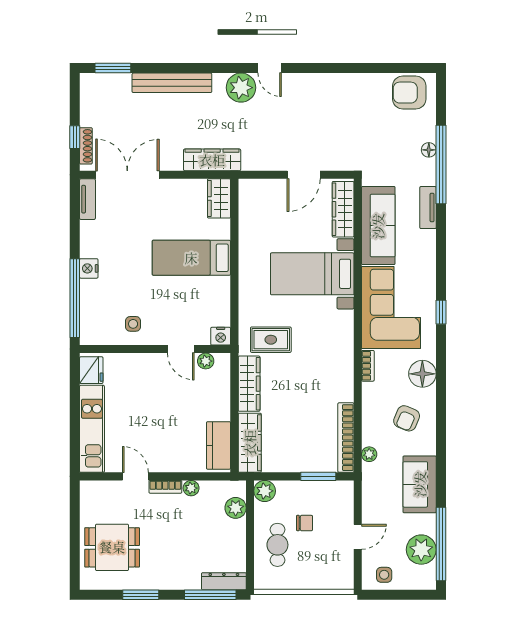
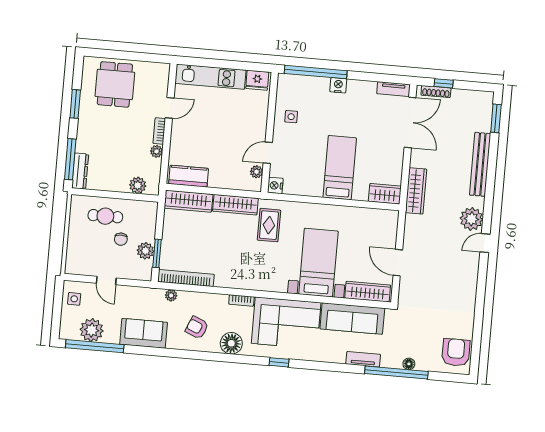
plant: (265, 491) -> (145, 251), moved

